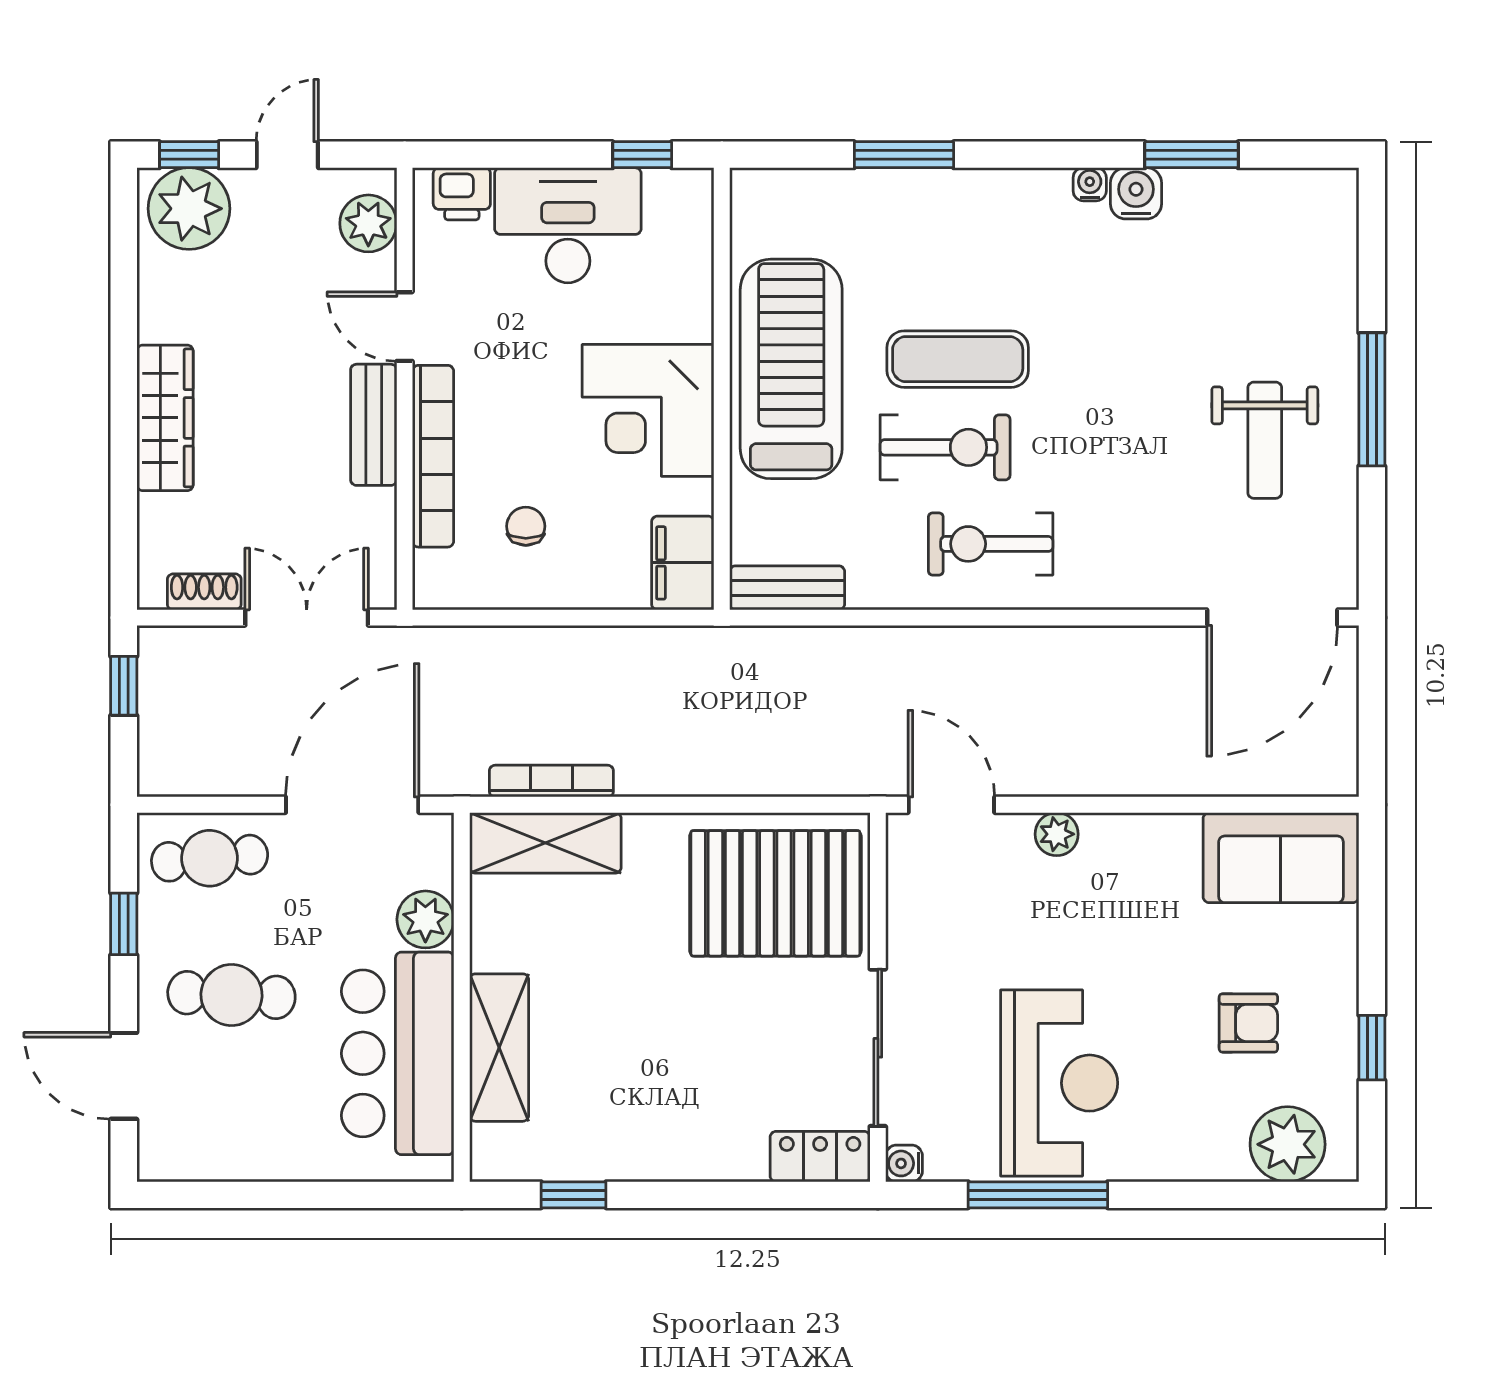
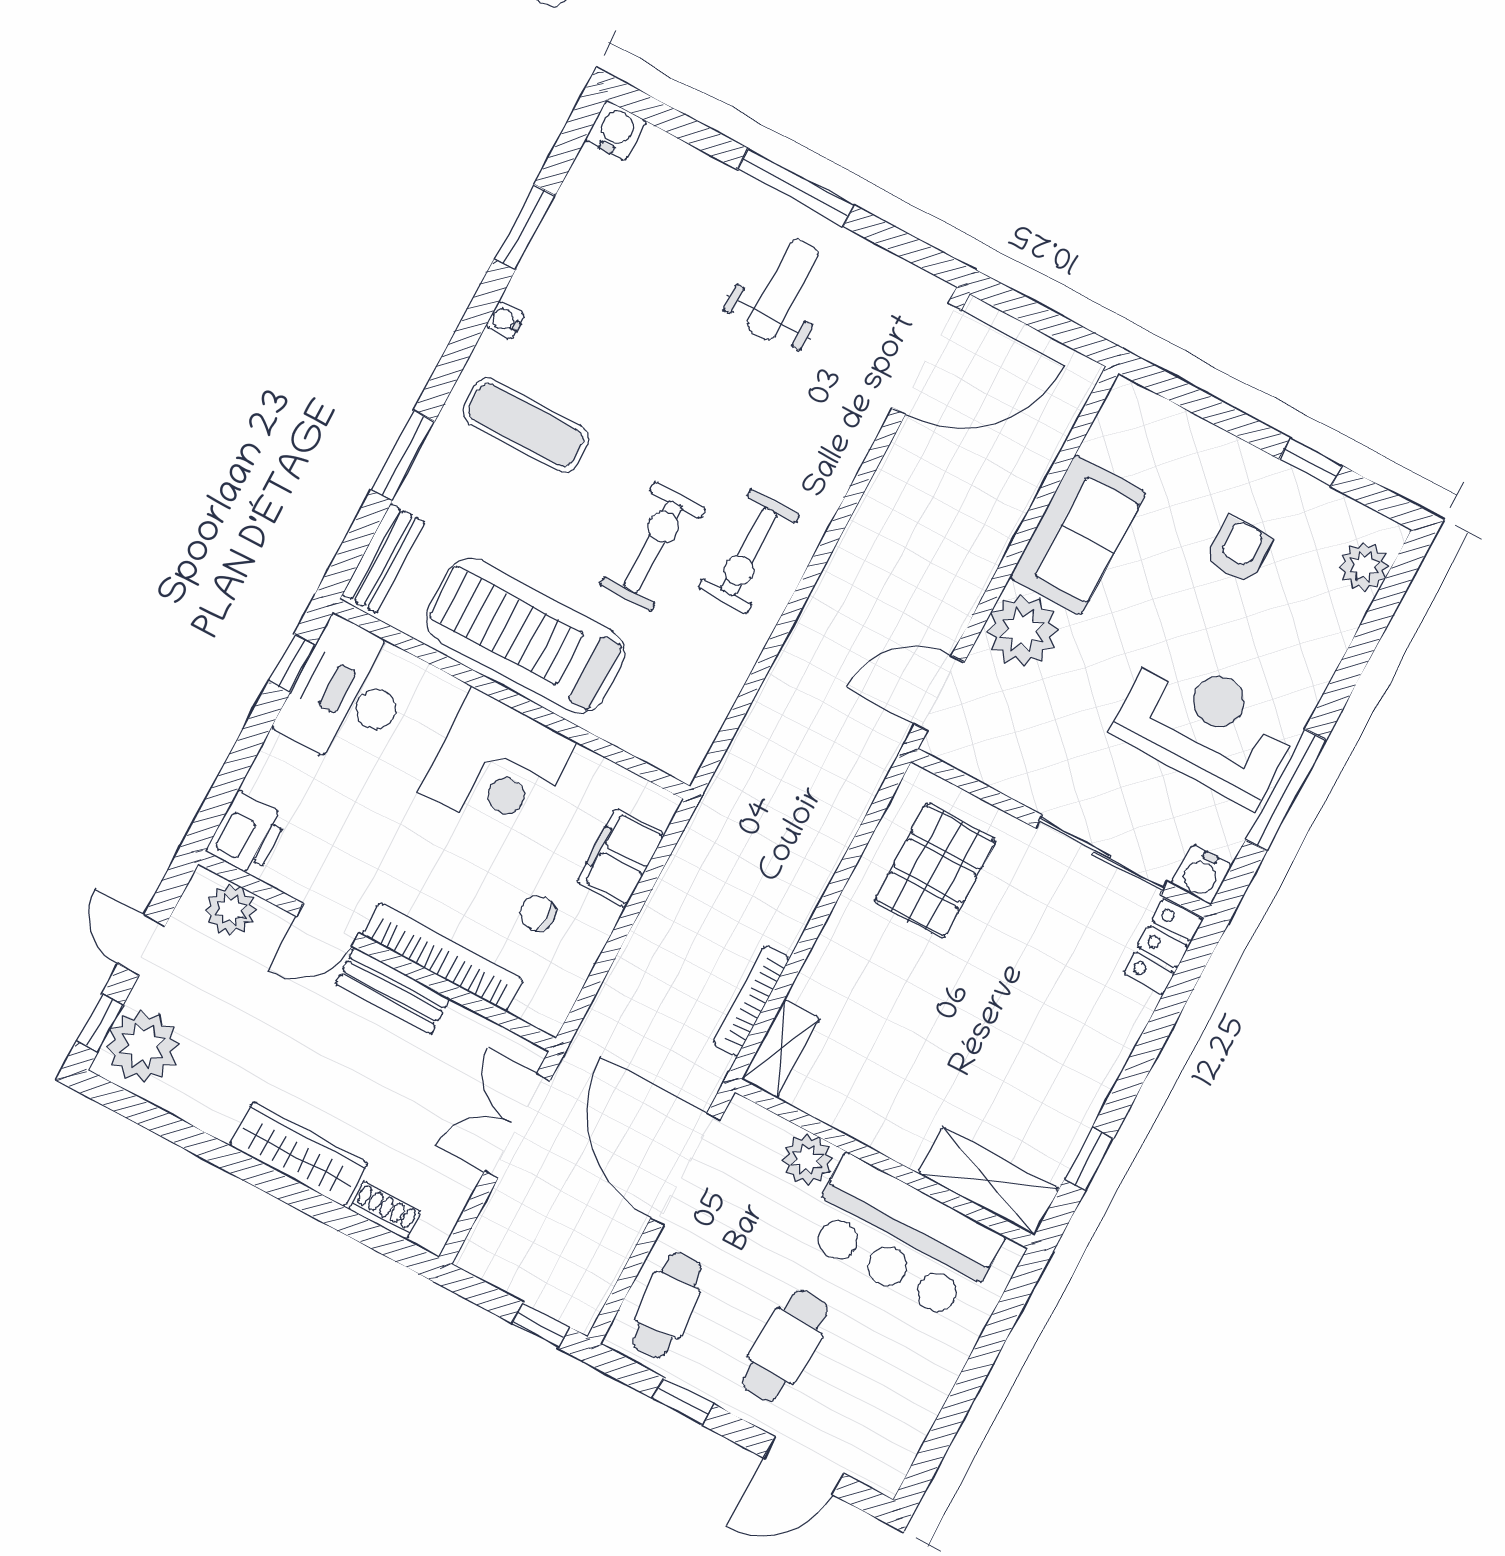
water cooler: (1136, 193) -> (616, 131), moved, turned 90
printer: (462, 194) -> (247, 834), width x1.36, depth x1.24
desk: (568, 225) -> (347, 694), moved
exercise mat: (958, 359) -> (526, 425), moved, turned 90
weight bench: (1265, 440) -> (783, 290), turned -90
filing cabinet: (683, 563) -> (621, 858), moved, turned 90
bench: (787, 588) -> (384, 558), moved
shoe rack: (204, 592) -> (385, 1210), moved, turned 90
door: (1272, 618) -> (927, 359), hinge flipped
window: (124, 686) -> (541, 1325), moved
plant: (1057, 834) -> (1022, 630), width x1.87, depth x1.87
shelving: (545, 843) -> (781, 1049), width x0.67, depth x0.75
sofa: (1281, 858) -> (1078, 535), moved
pallet: (775, 893) -> (935, 871), width x0.73, depth x0.71
shelving: (499, 1048) -> (988, 1181), moved
plant: (1288, 1144) -> (1364, 567), width x0.73, depth x0.73
water cooler: (904, 1163) -> (1202, 874), width x1.38, depth x1.38

